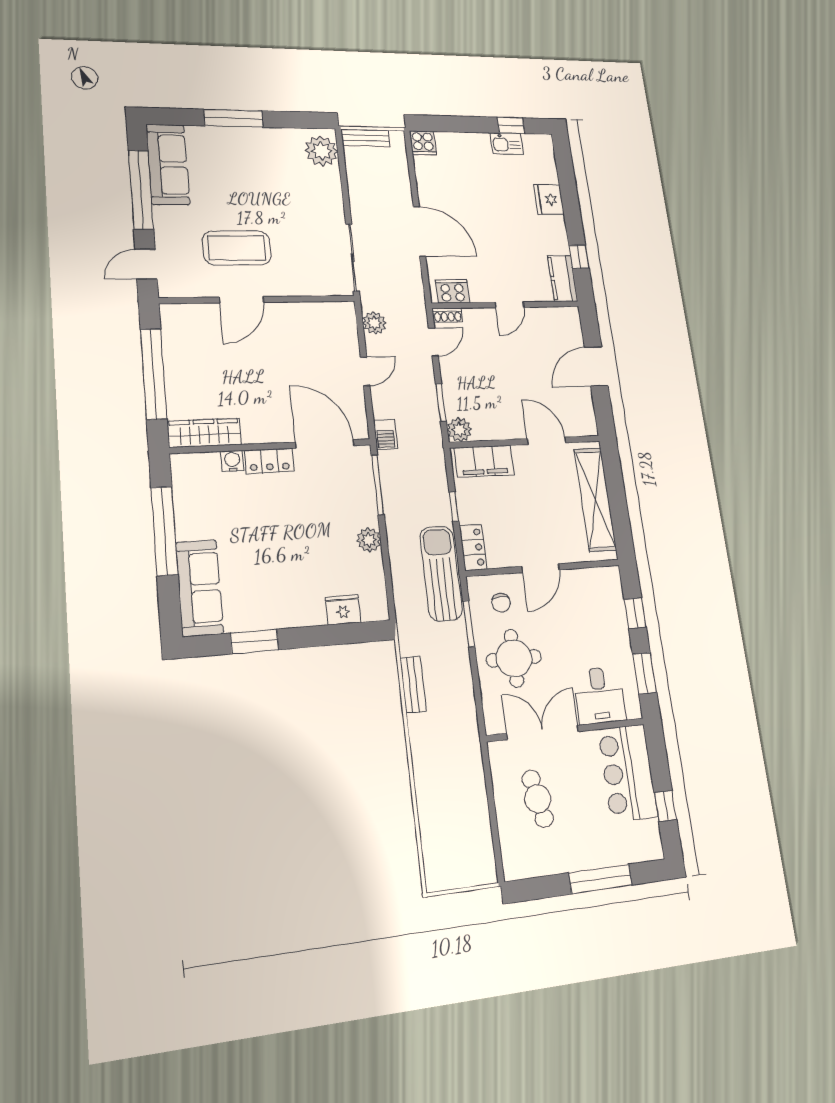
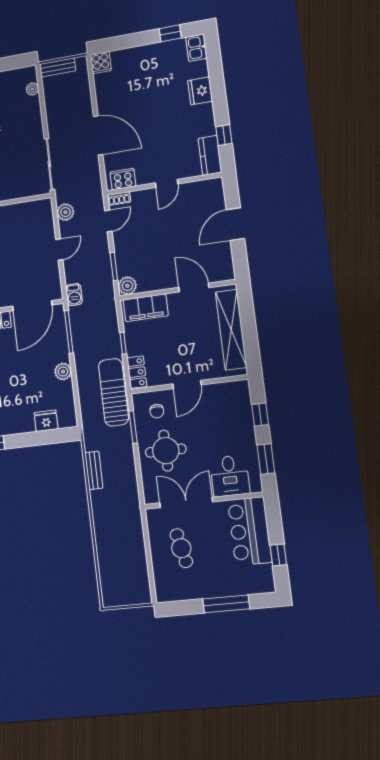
kitchen sink: (507, 144) -> (196, 48), moved, turned 90
plant: (322, 151) -> (32, 89), width x0.53, depth x0.53
door: (325, 444) -> (32, 306), swing flipped

